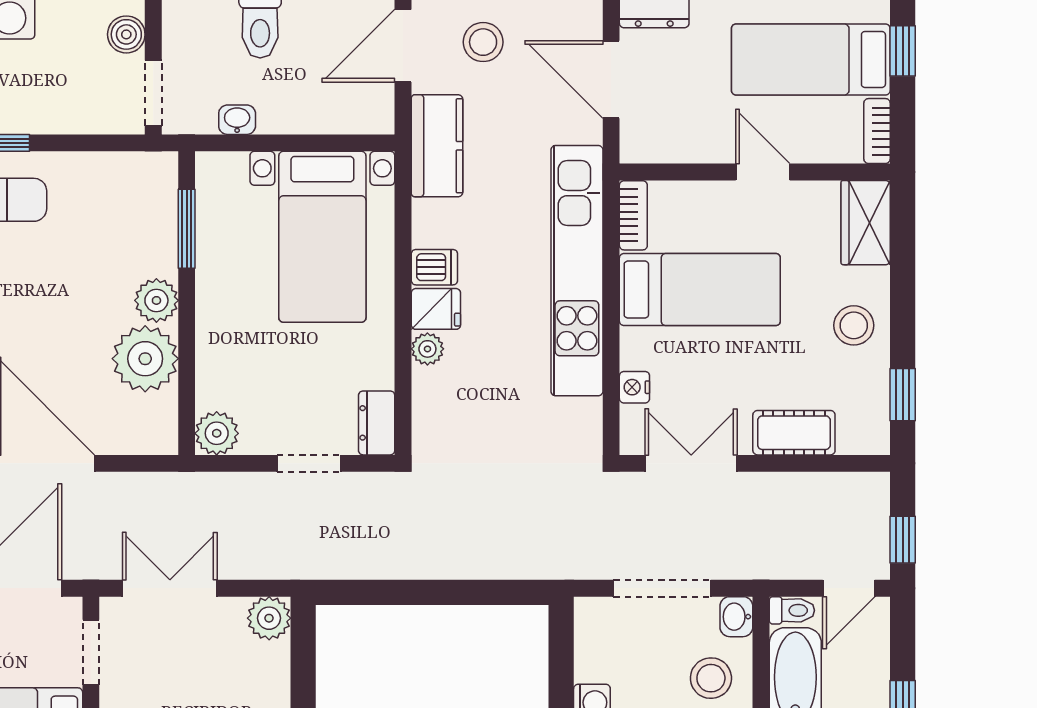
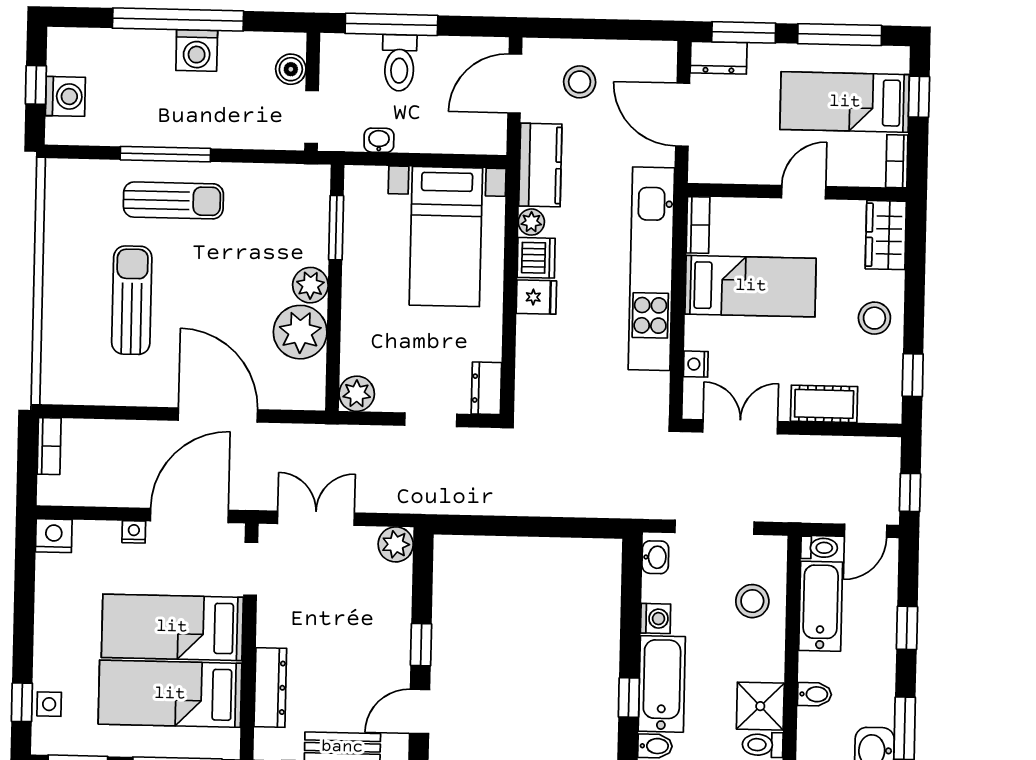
door: (763, 172) -> (804, 192), hinge flipped
dishwasher: (434, 267) -> (536, 258), width x1.38
plant: (427, 349) -> (531, 222), moved
washbasin: (736, 617) -> (655, 557), moved, turned 180

